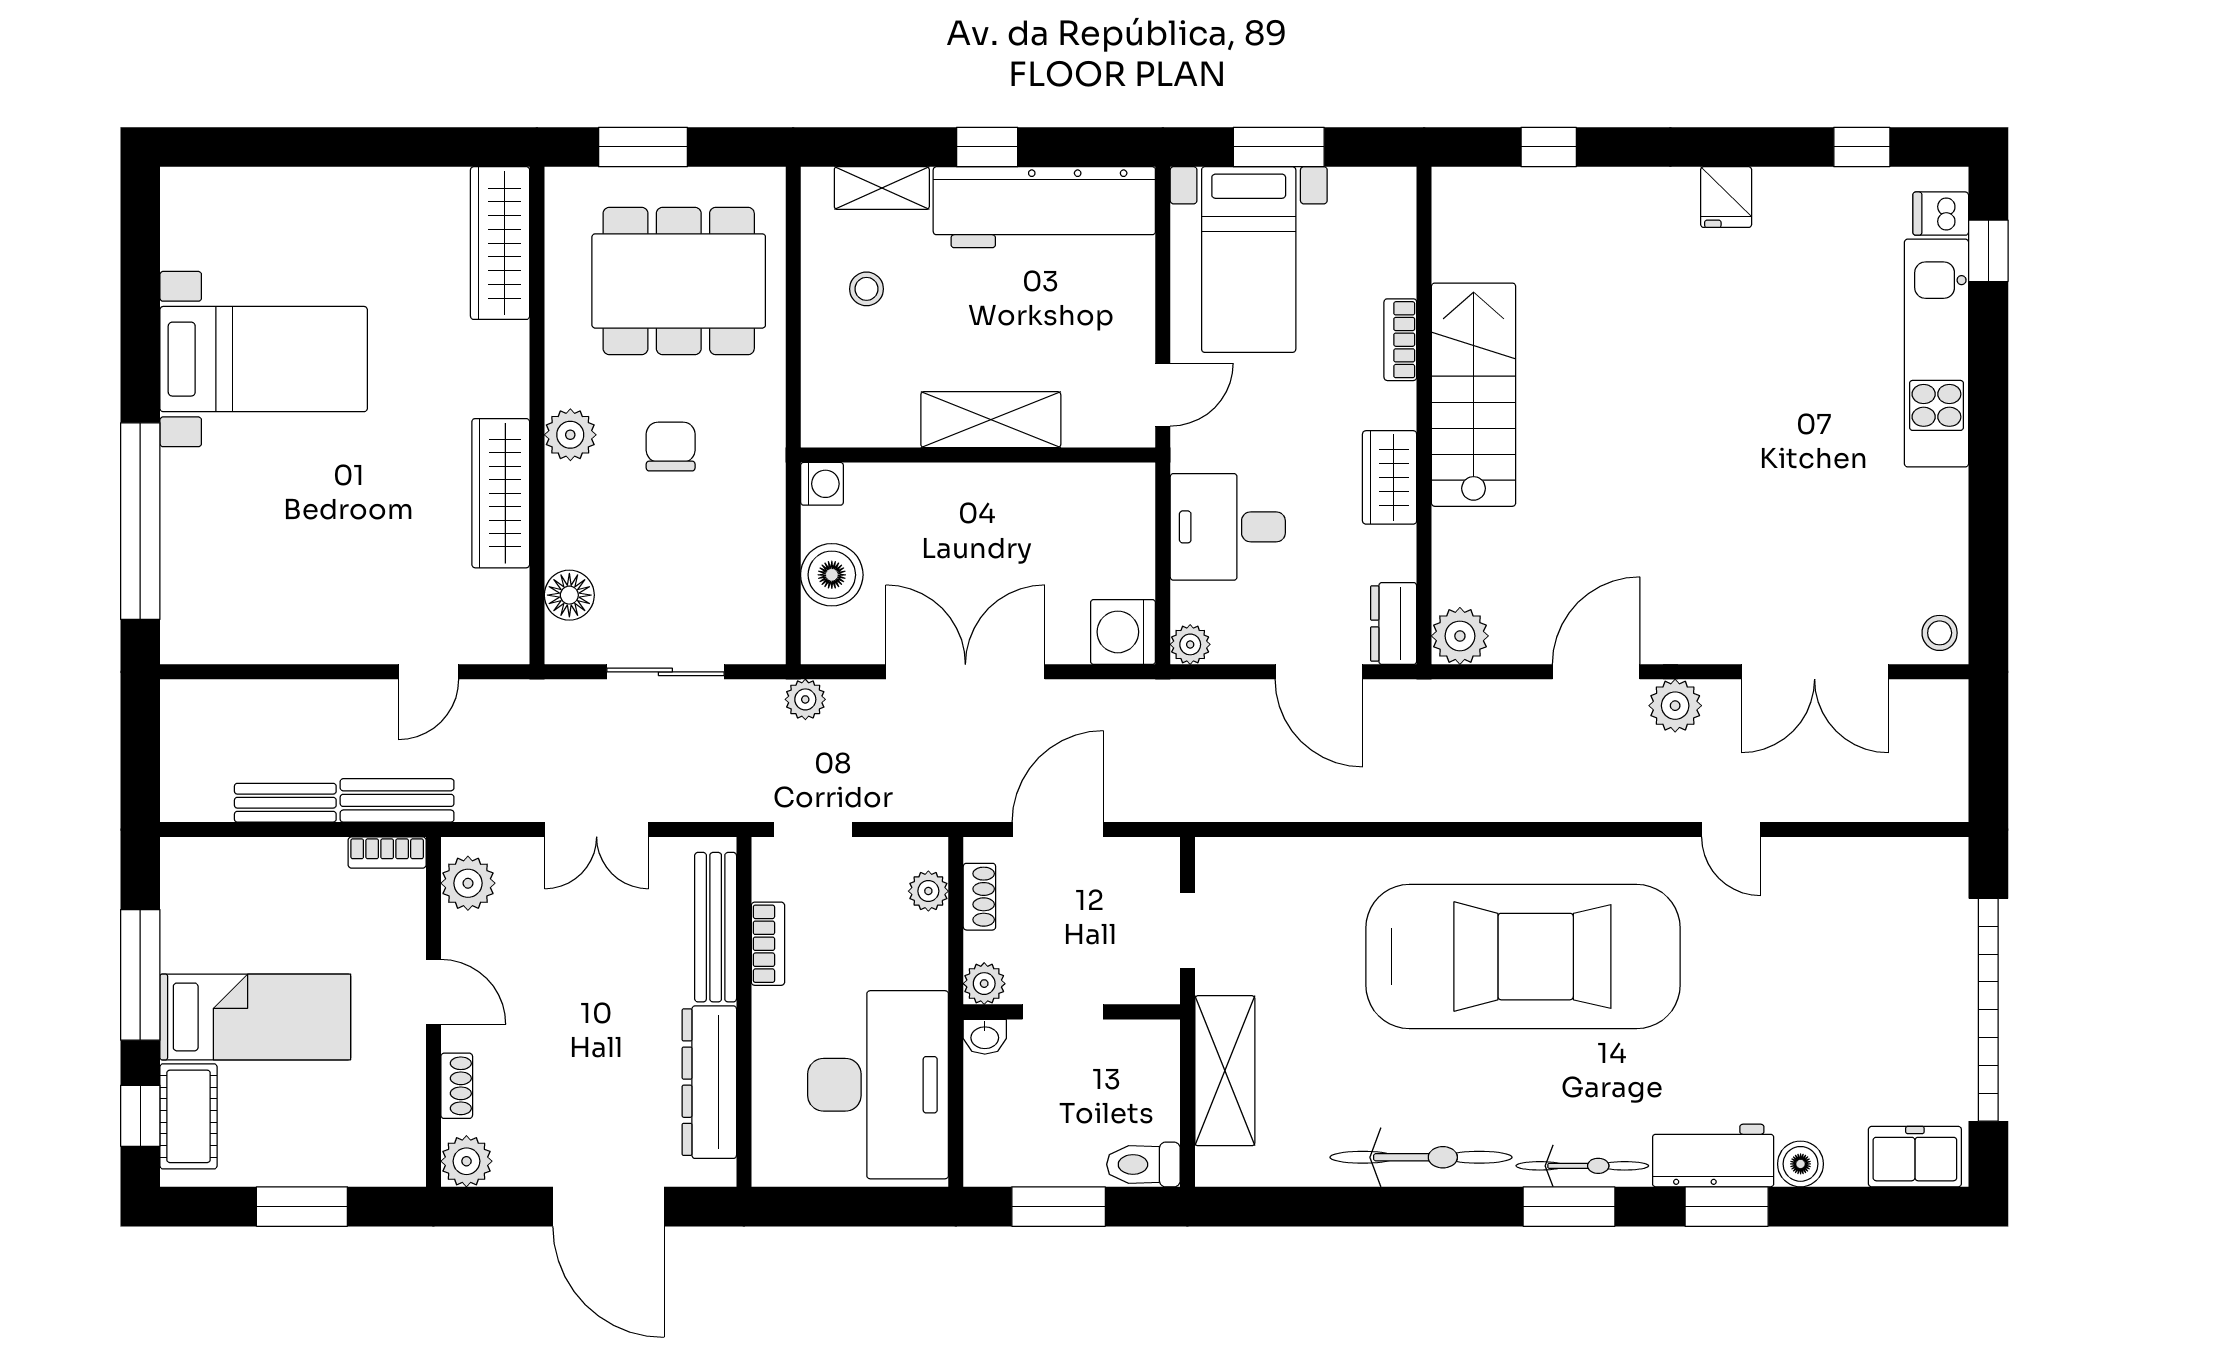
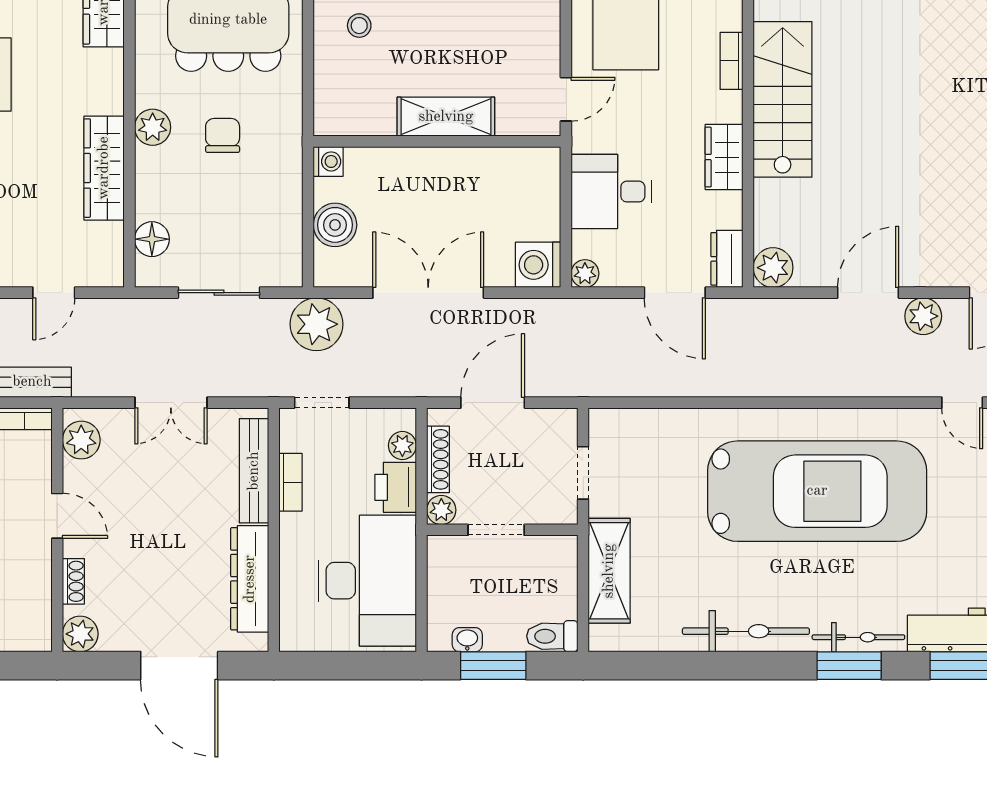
plant: (805, 699) -> (317, 324), width x1.88, depth x1.88
shoe rack: (979, 897) -> (438, 459), width x1.43
printer: (919, 951) -> (396, 487), added
washbasin: (985, 1037) -> (467, 640), moved, turned 180

